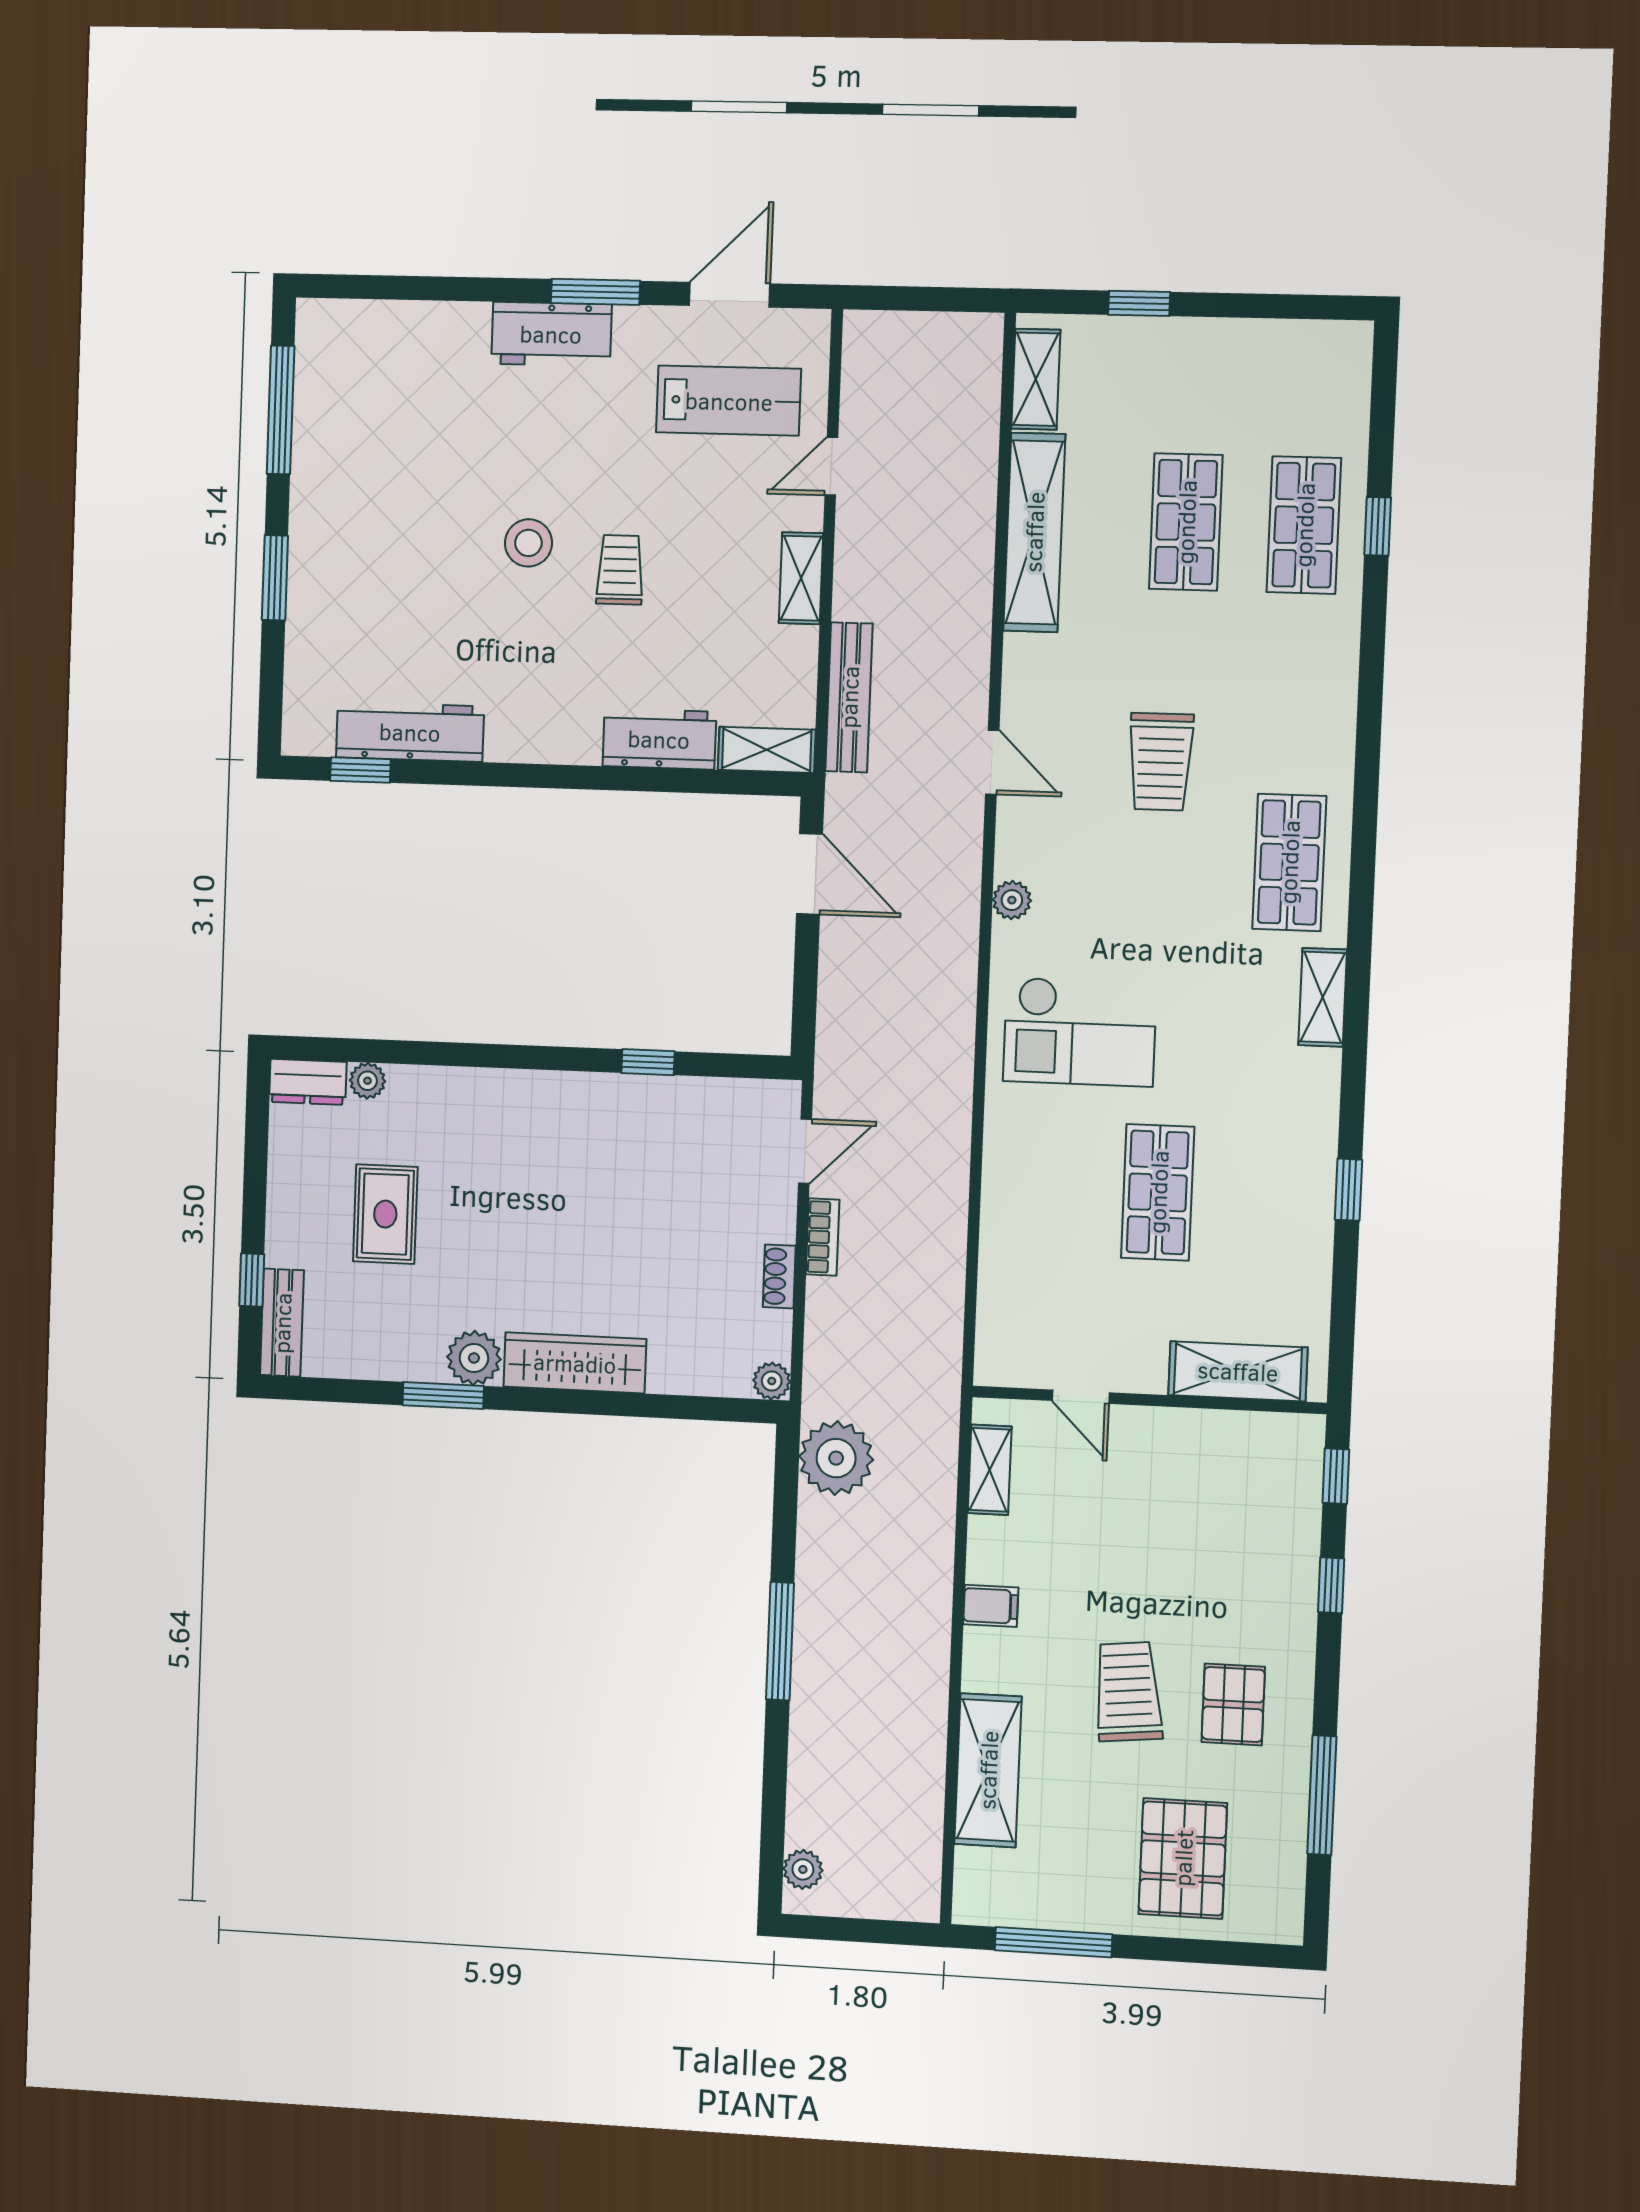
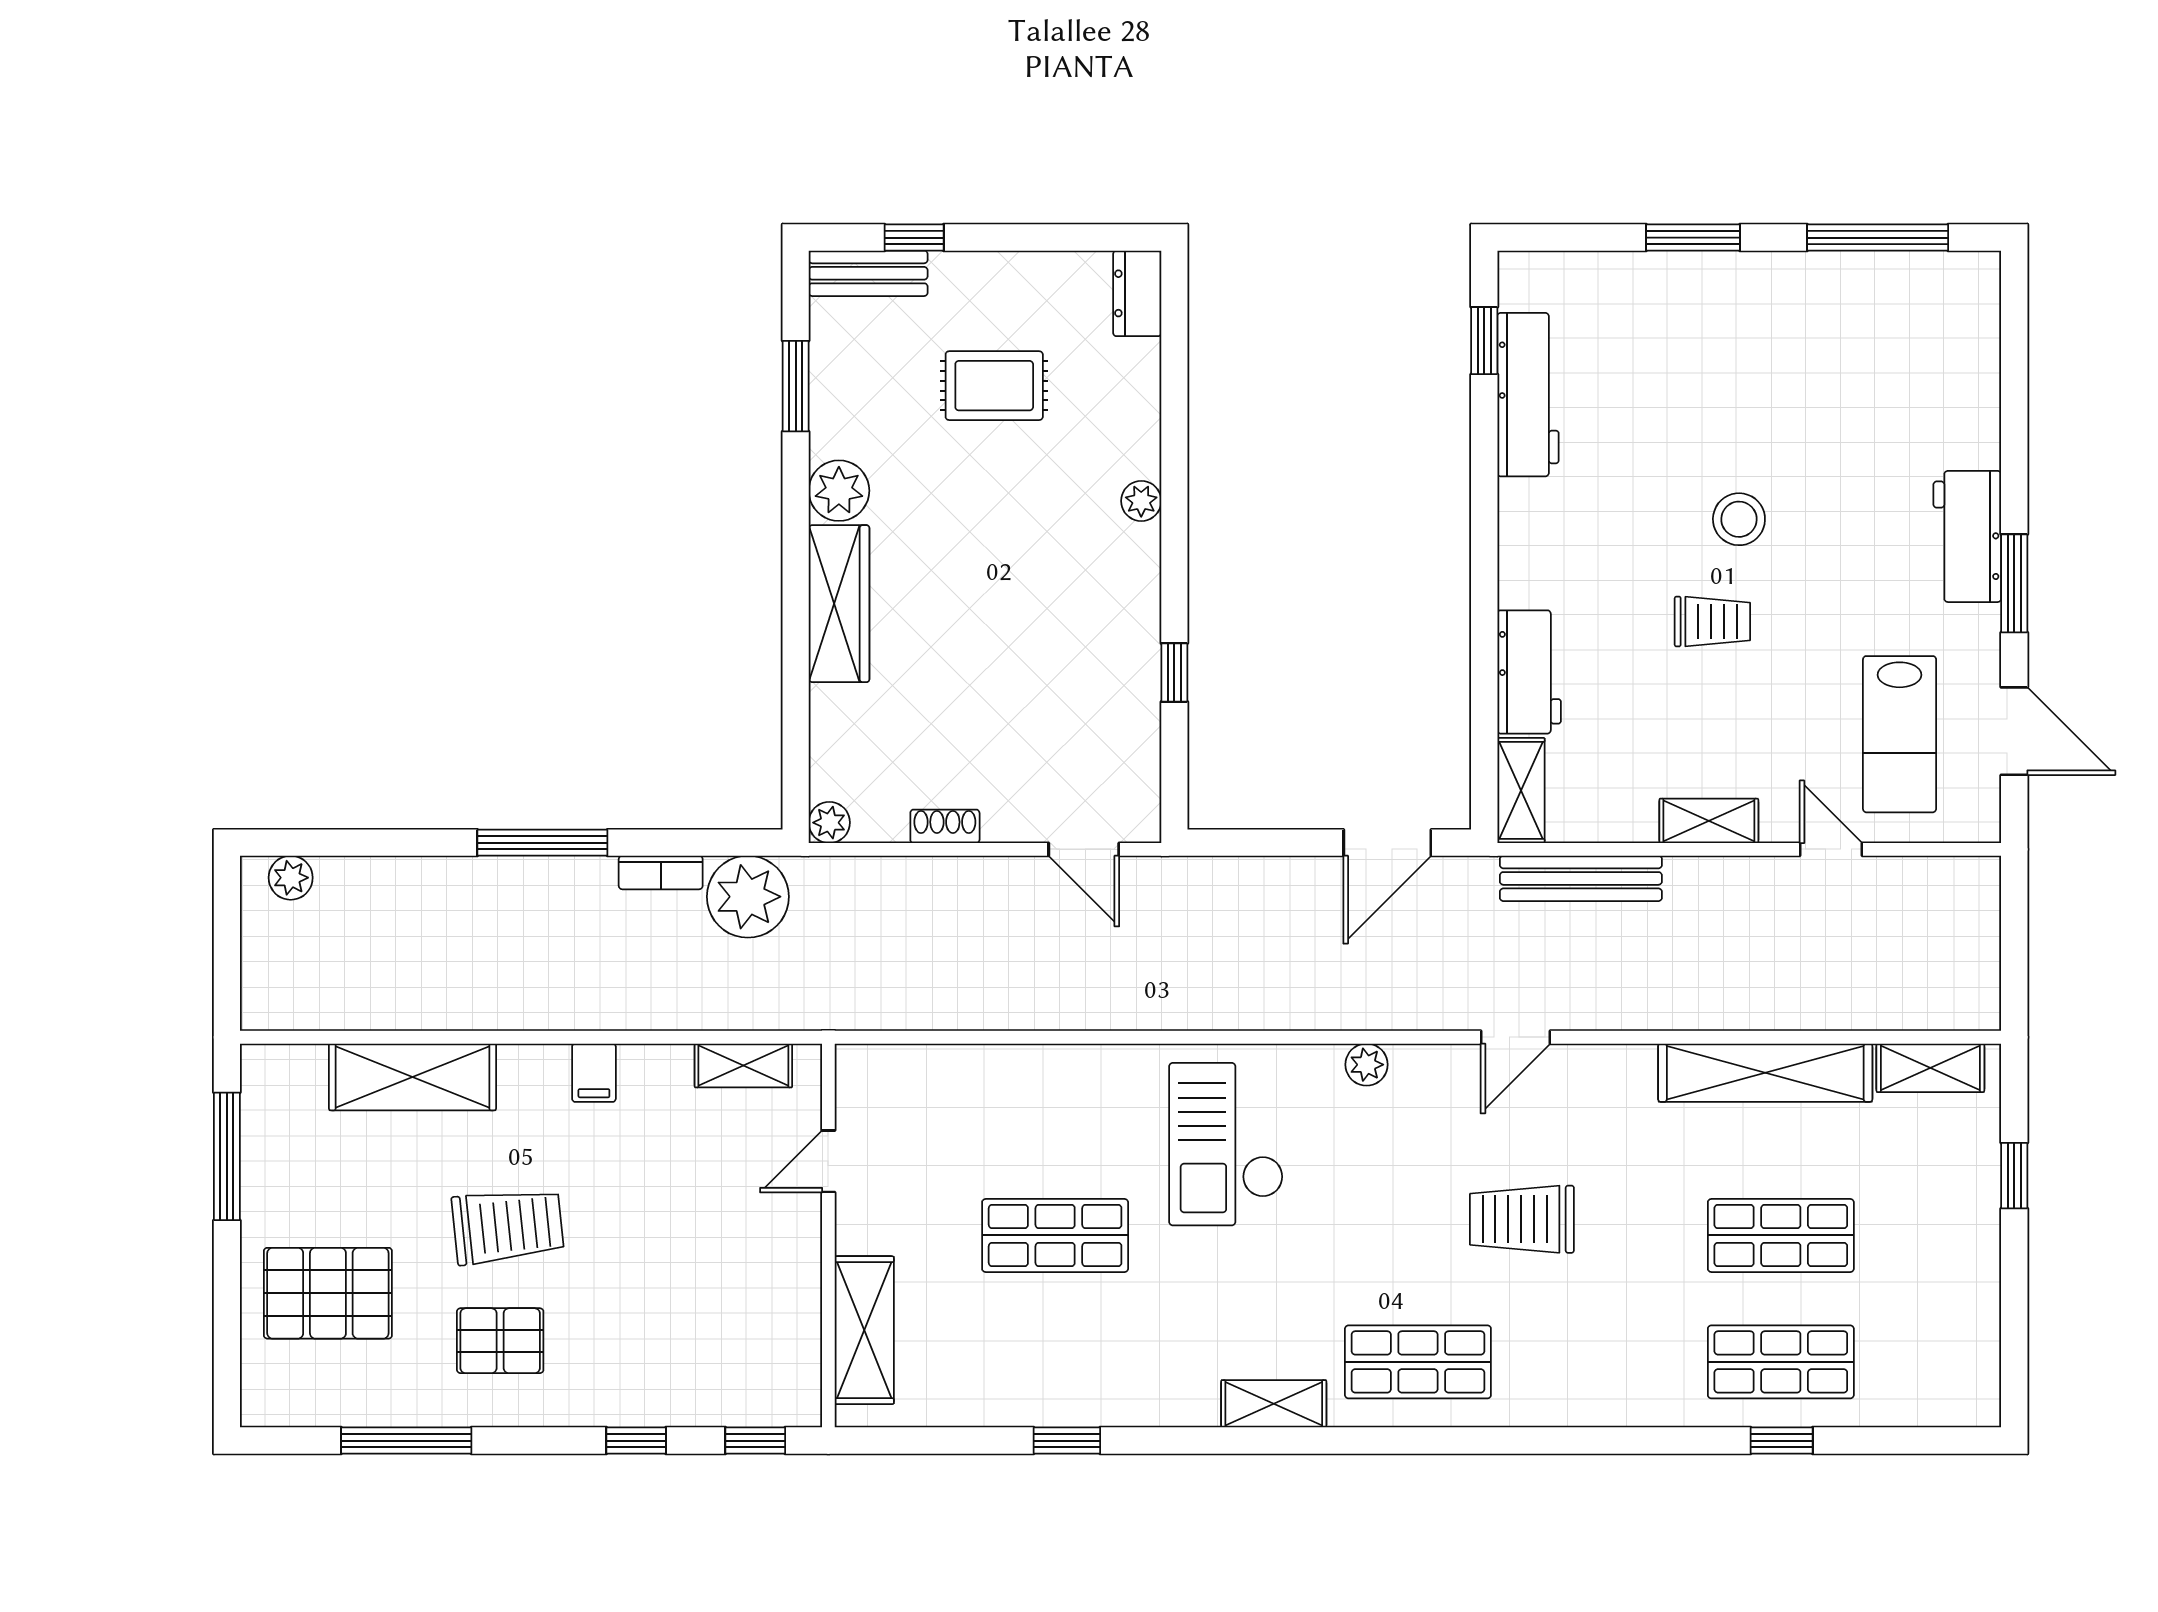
plant: (367, 1081) -> (1141, 501), moved
bookcase: (823, 1237) -> (661, 873), moved
window: (443, 1396) -> (796, 386), moved

